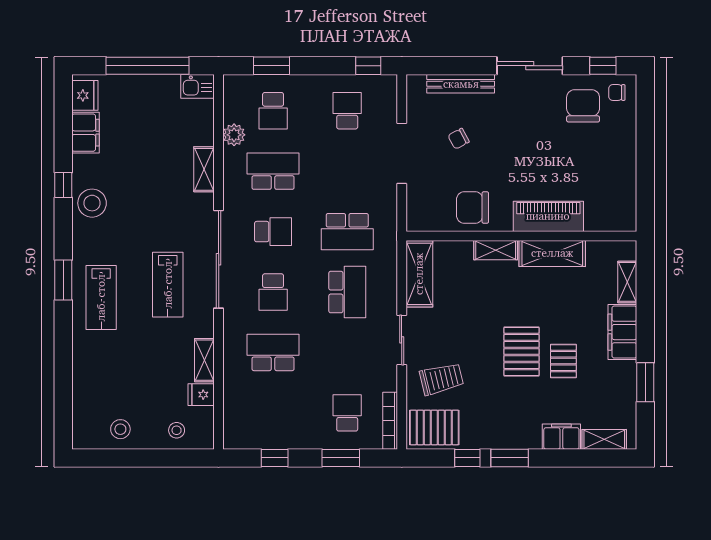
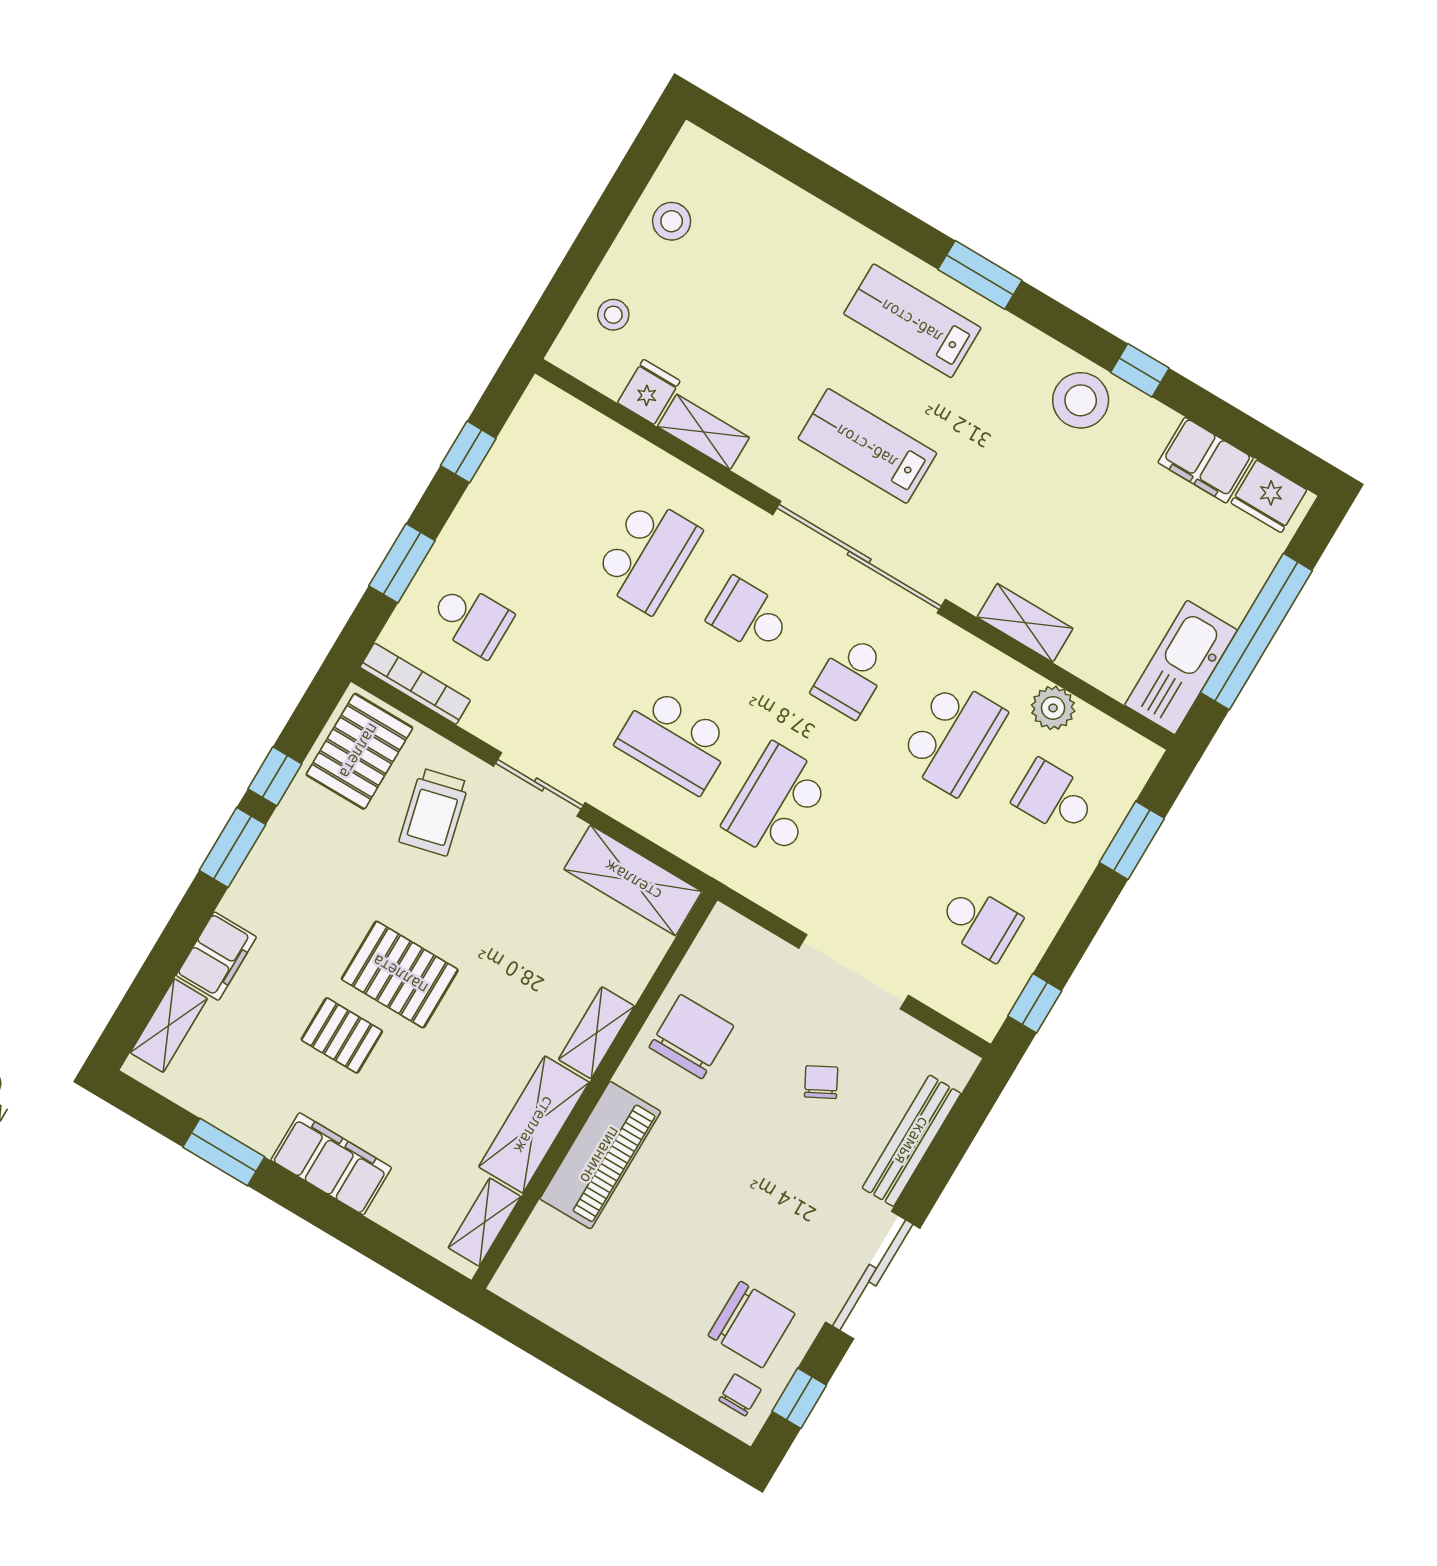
kitchen sink: (198, 86) -> (1181, 668), width x1.88, depth x1.24
shelving: (627, 282) -> (484, 1222), moved, turned 90

